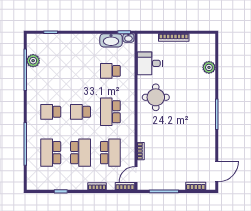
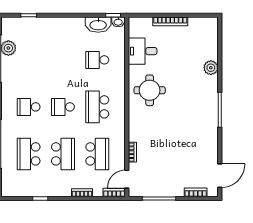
plant: (209, 67) -> (211, 68), moved

